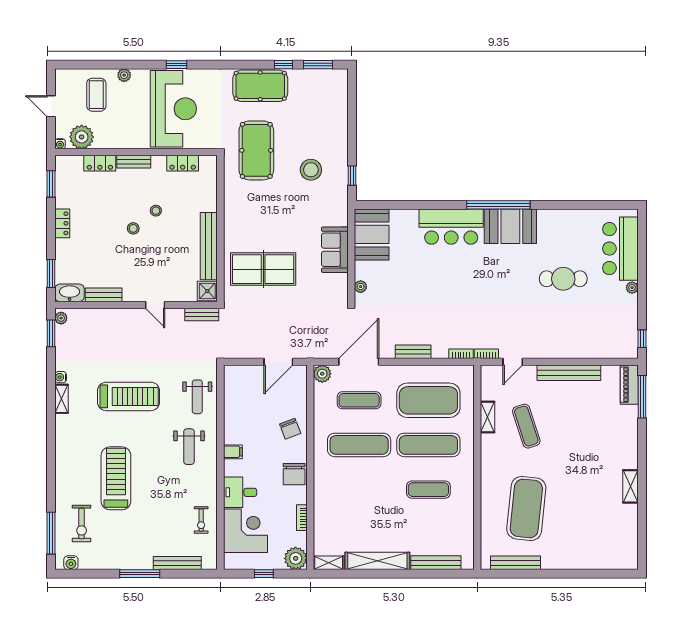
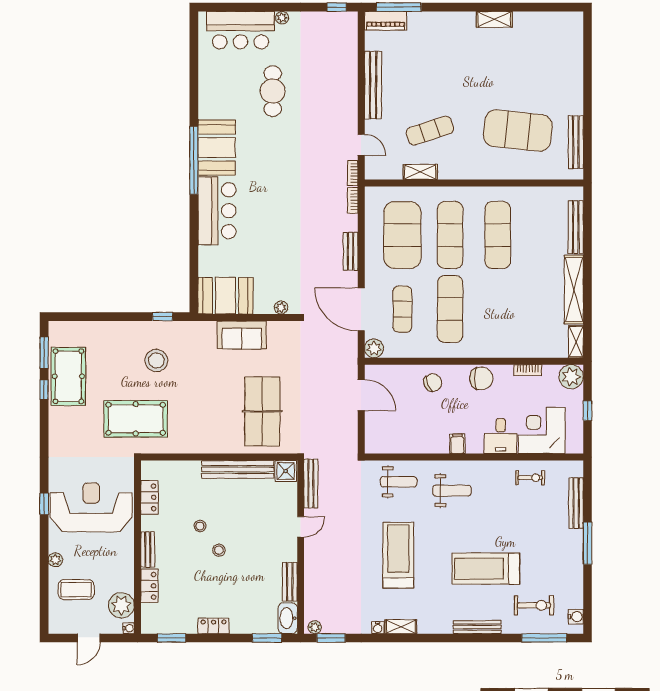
pool table: (260, 86) -> (68, 376), moved
bench: (202, 315) -> (311, 484), width x1.36
bench: (61, 470) -> (477, 627), added
exercise mat: (428, 490) -> (498, 235), width x1.36, depth x1.45

